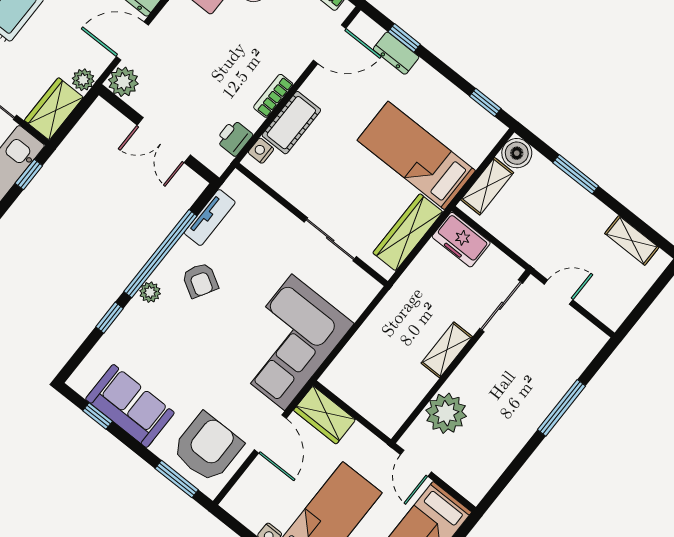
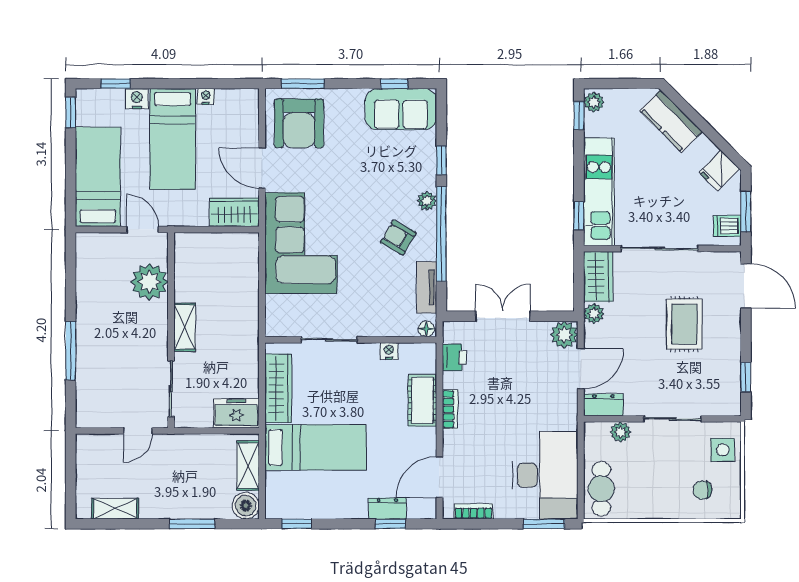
nightstand: (261, 151) -> (389, 351), moved, turned -90
floor lamp: (239, 182) -> (426, 329), added
sofa: (130, 406) -> (401, 109), moved

